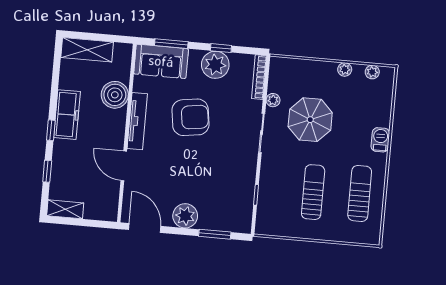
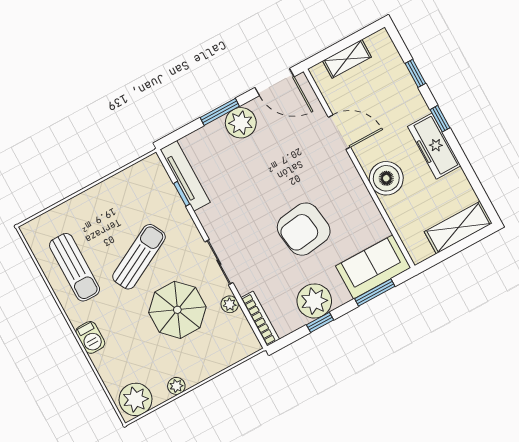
plant: (372, 72) -> (135, 399), width x1.87, depth x1.87
boiler: (115, 95) -> (386, 178), moved
tv unit: (137, 121) -> (185, 176), moved, turned 180
sun lounger: (313, 192) -> (139, 257), moved, turned -118
shelving: (65, 209) -> (347, 59), moved
window: (215, 234) -> (220, 112), moved

